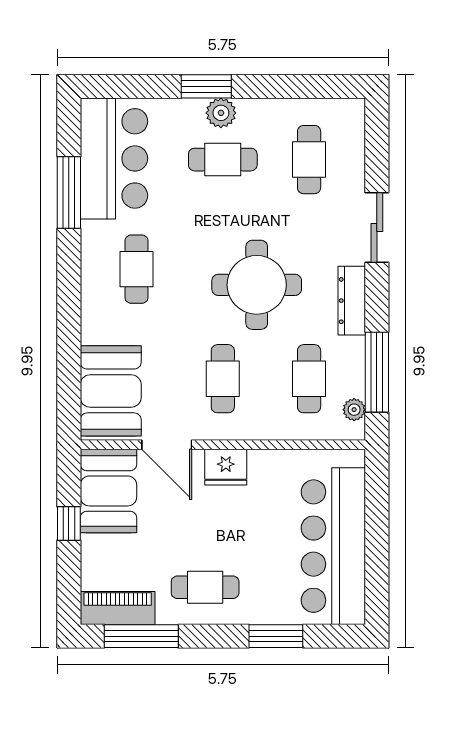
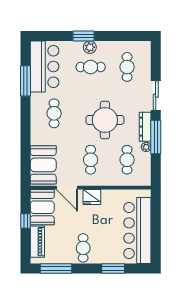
window: (377, 372) -> (156, 137), moved
plant: (354, 410) -> (146, 147), moved
cafe table: (205, 587) -> (83, 248), turned 90
piano: (118, 608) -> (37, 242), moved, turned 90

